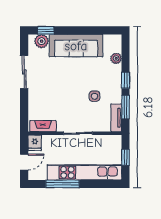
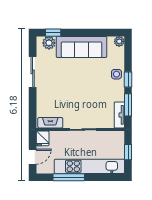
plant: (116, 58) -> (119, 41), moved
side table: (94, 96) -> (116, 74), moved

